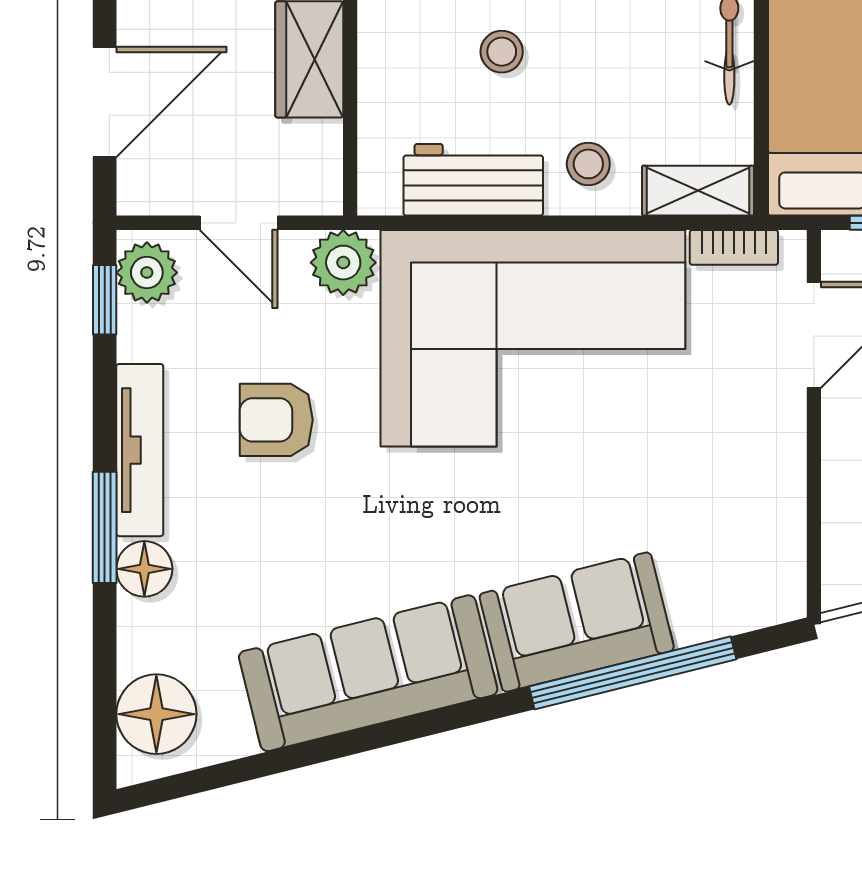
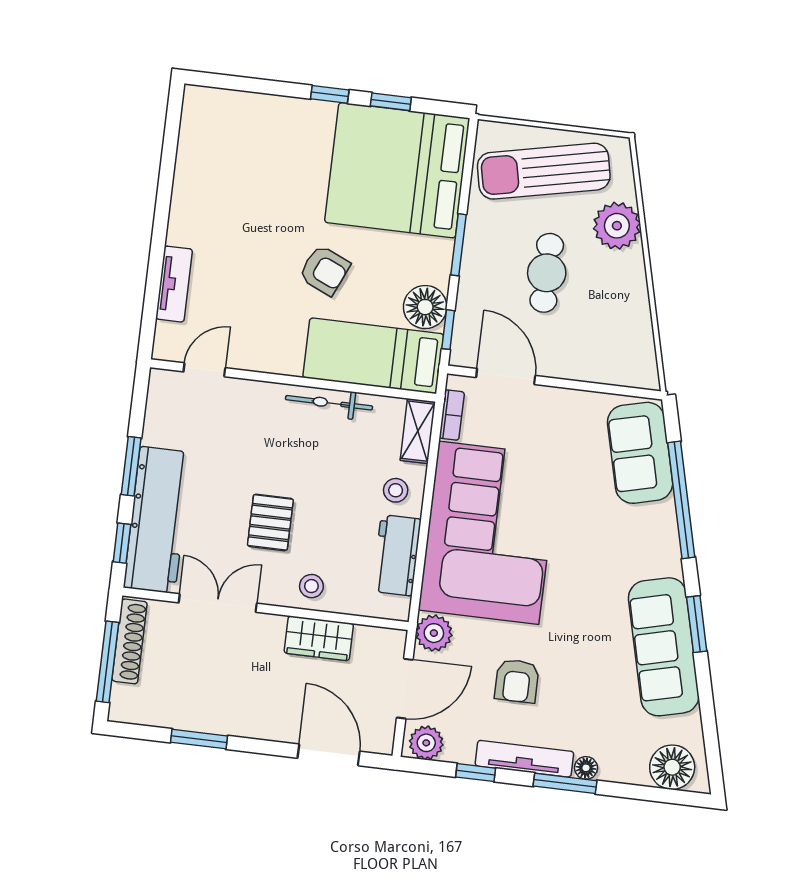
stool: (502, 52) -> (311, 586), moved
door: (239, 223) -> (405, 689), width x1.38
window: (105, 300) -> (476, 773), moved
floor lamp: (144, 569) -> (586, 768), width x0.73, depth x0.73
sofa: (577, 622) -> (640, 453), moved
window: (415, 727) -> (697, 624), added

